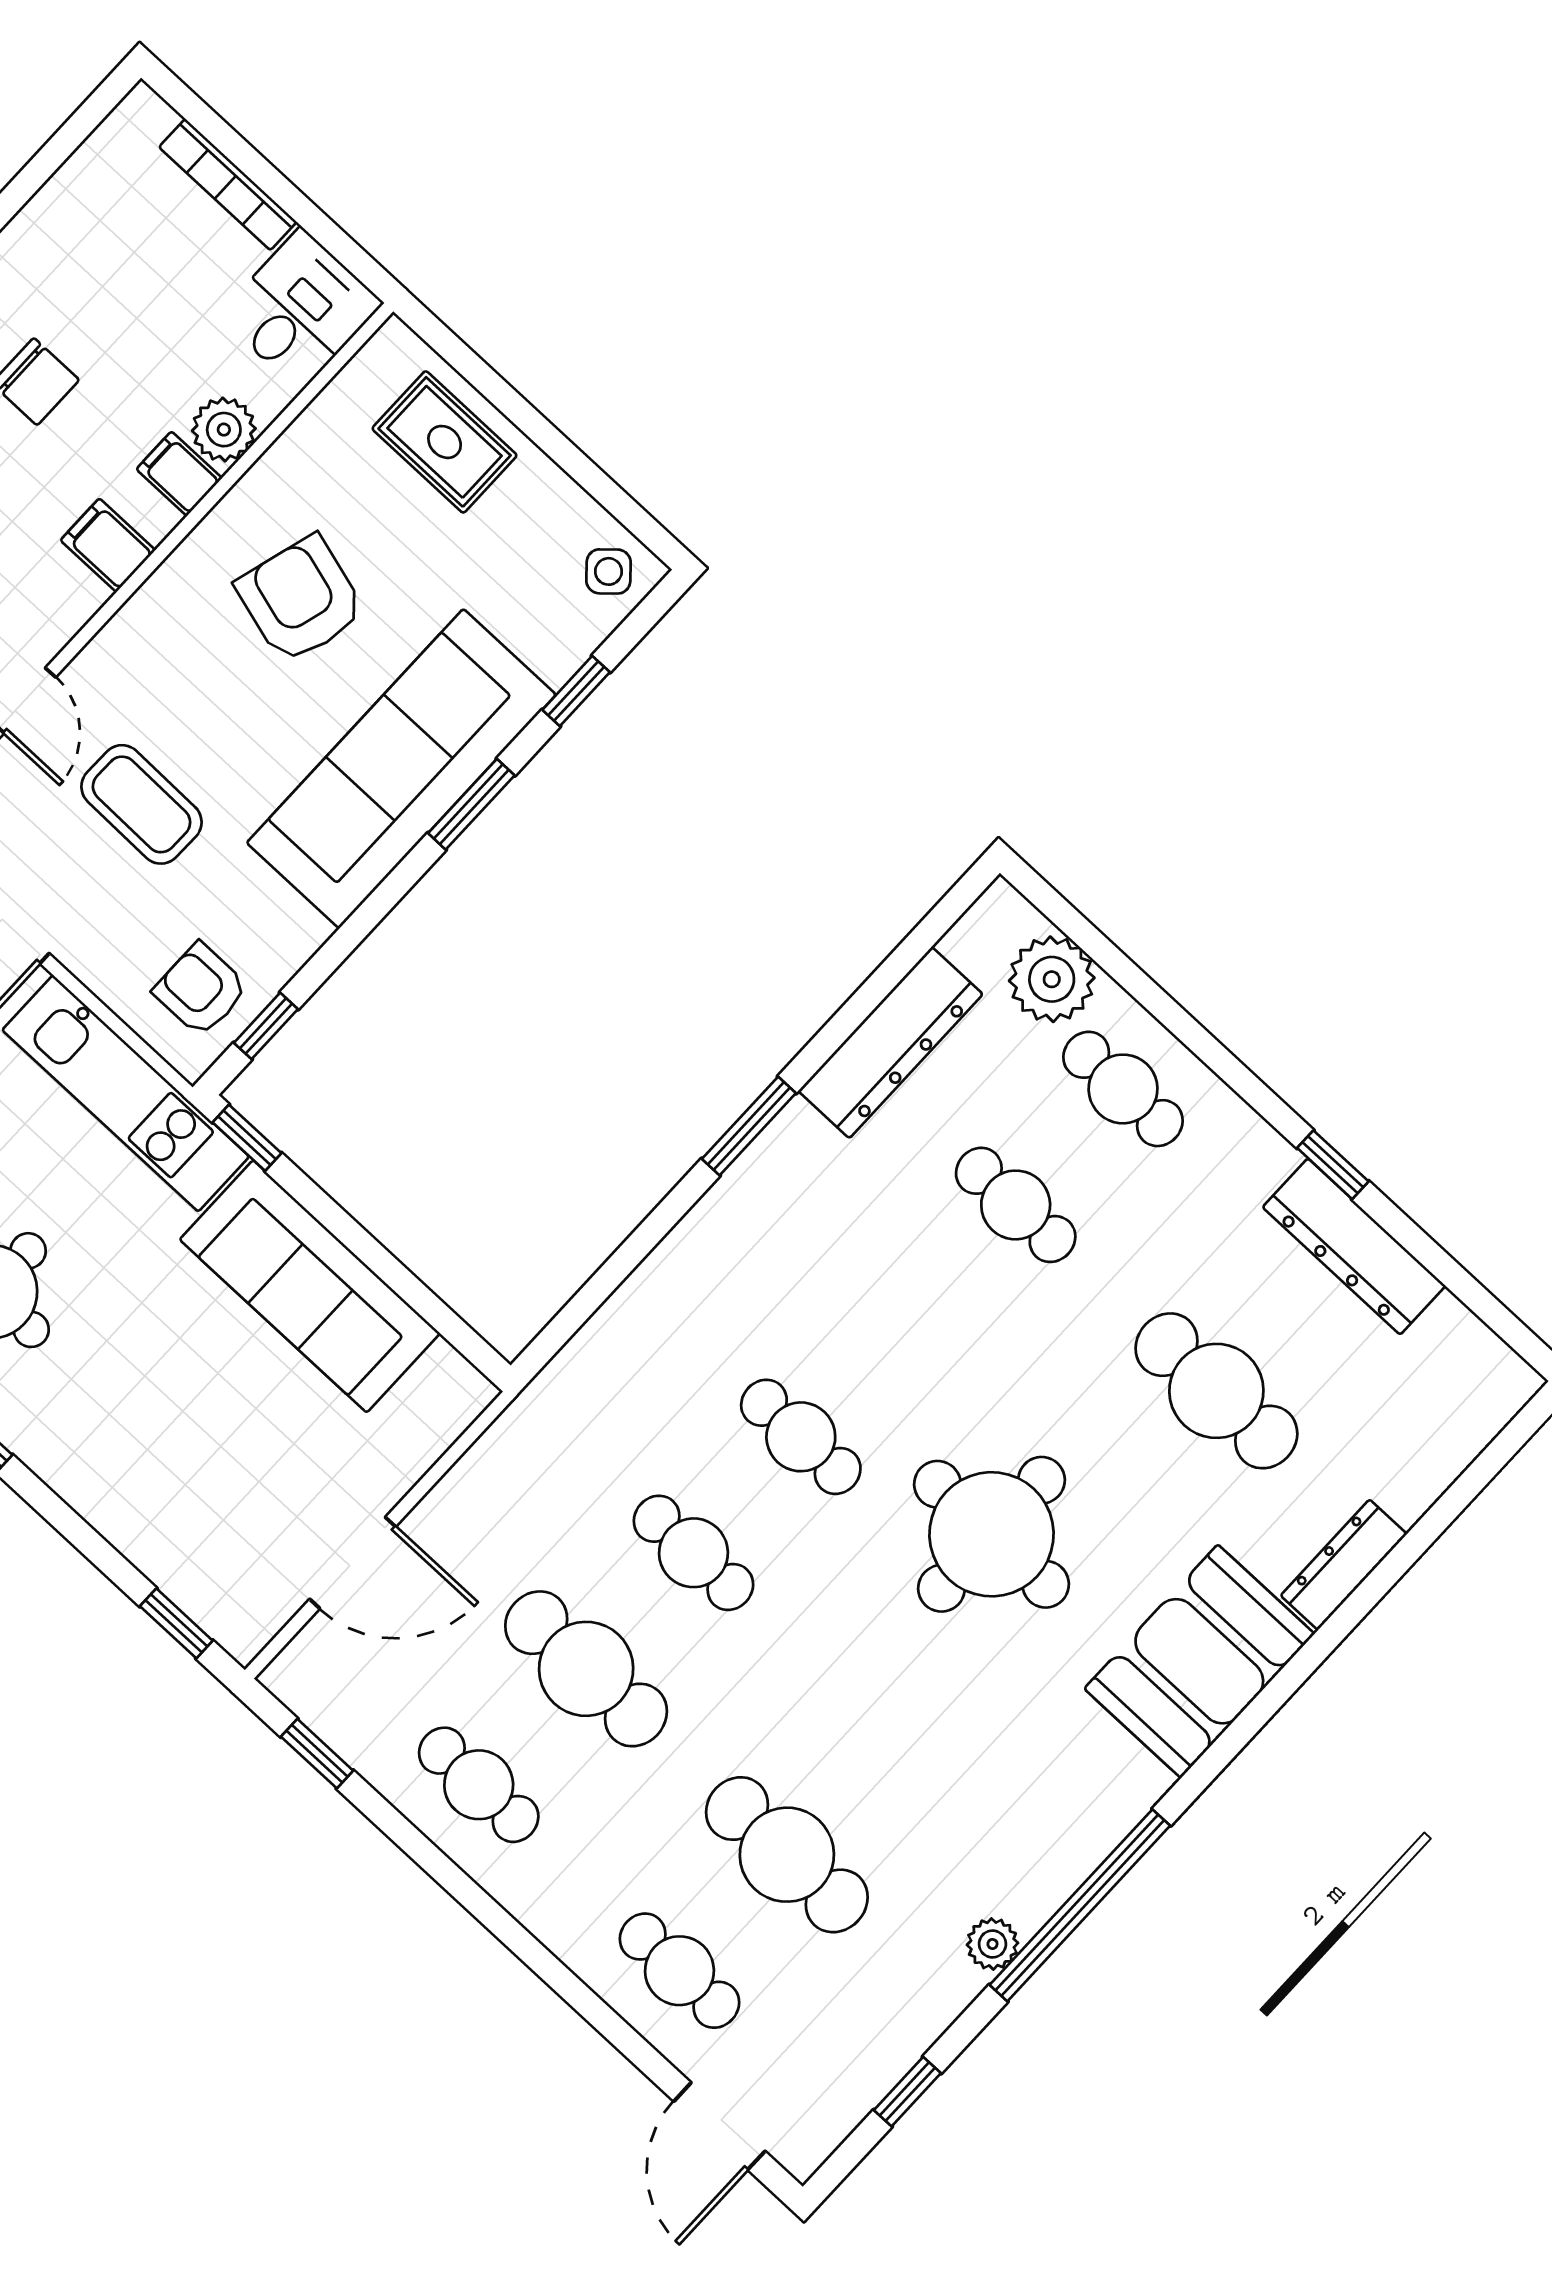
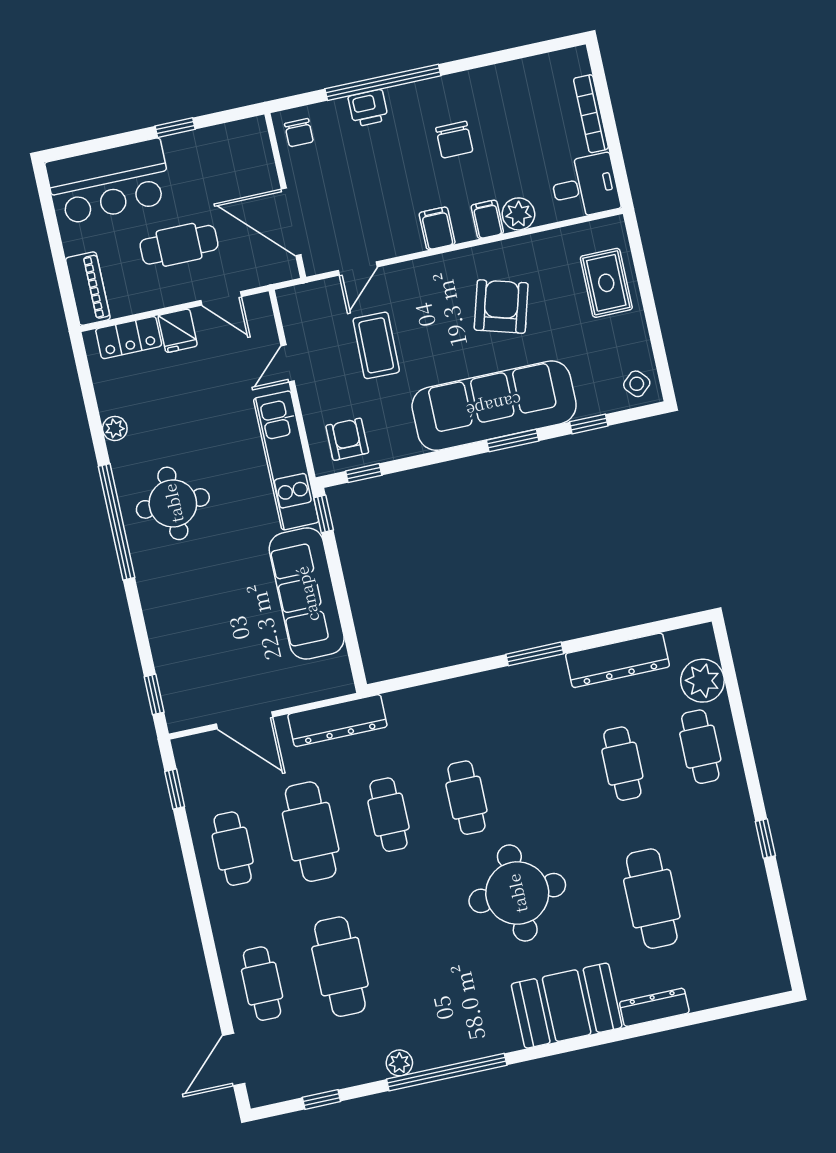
dresser: (1354, 1246) -> (337, 721), moved, turned -90

